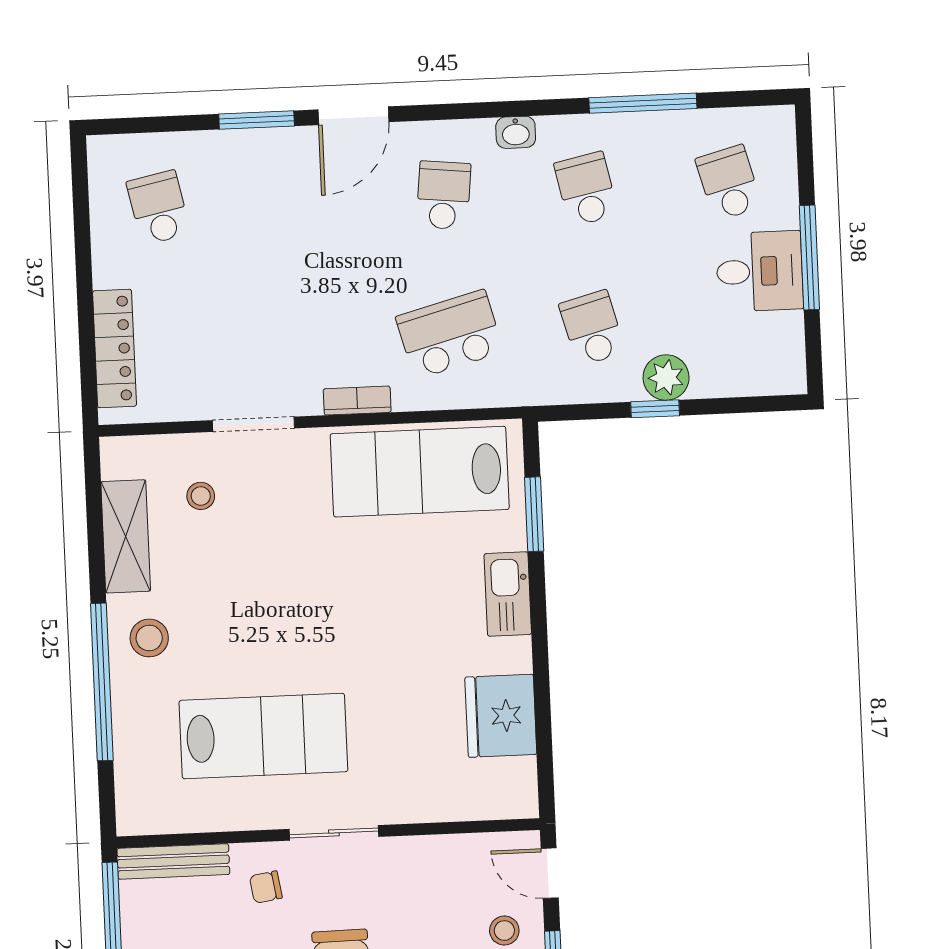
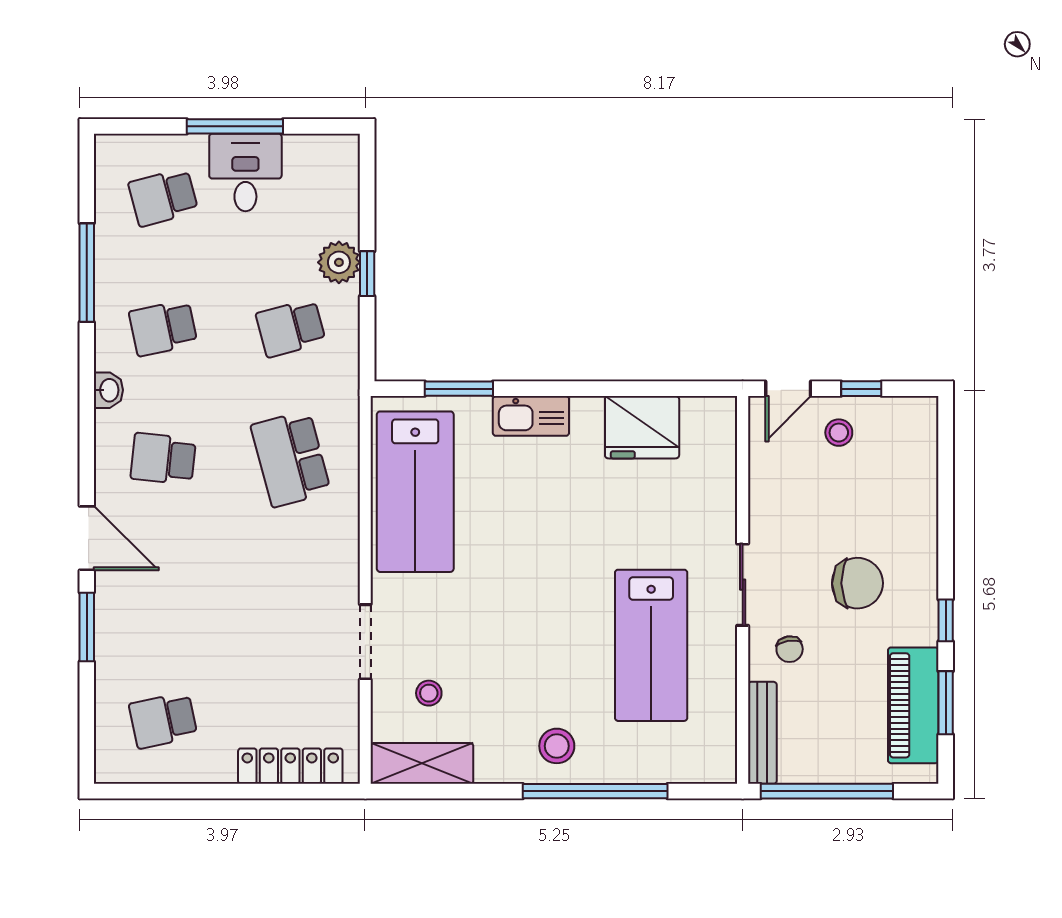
bookcase: (357, 401) -> (348, 546), removed
shelving: (126, 536) -> (422, 763), moved
lab bench: (263, 736) -> (651, 645), turned 180

